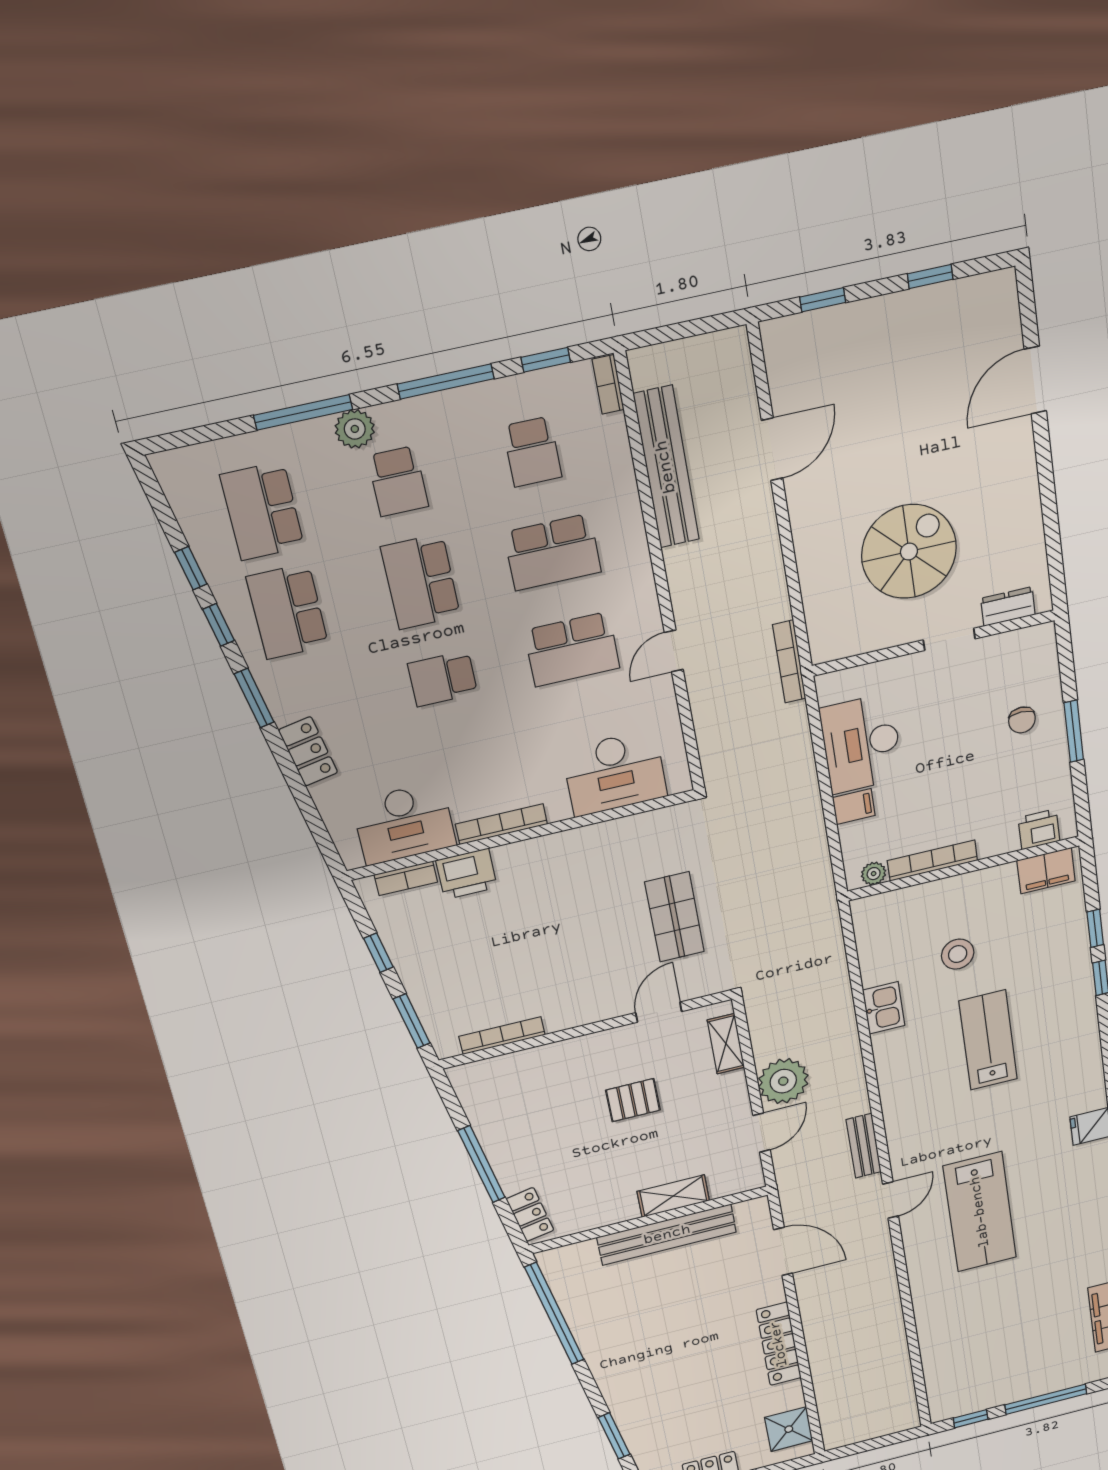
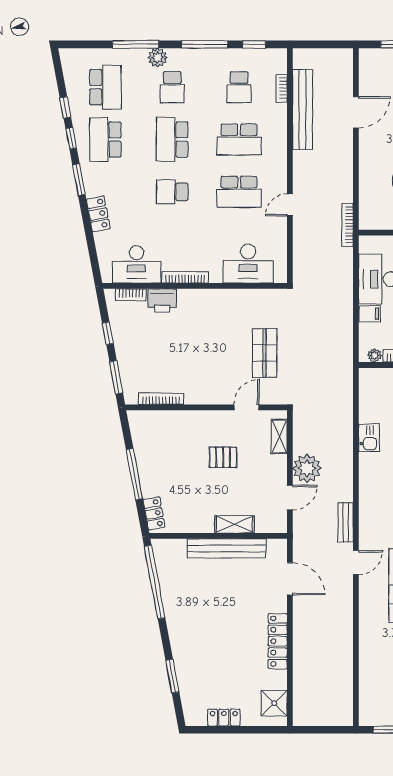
bookcase: (608, 384) -> (282, 88), moved
school desk: (262, 511) -> (105, 87), turned 180

